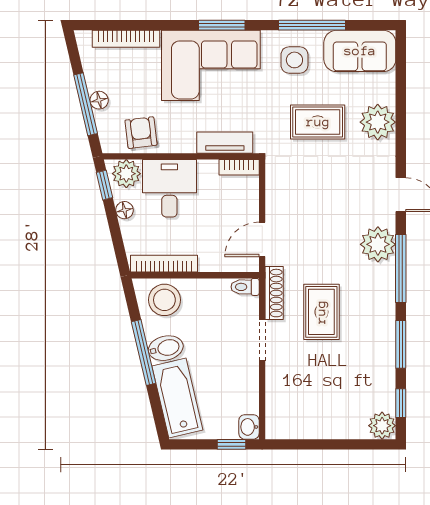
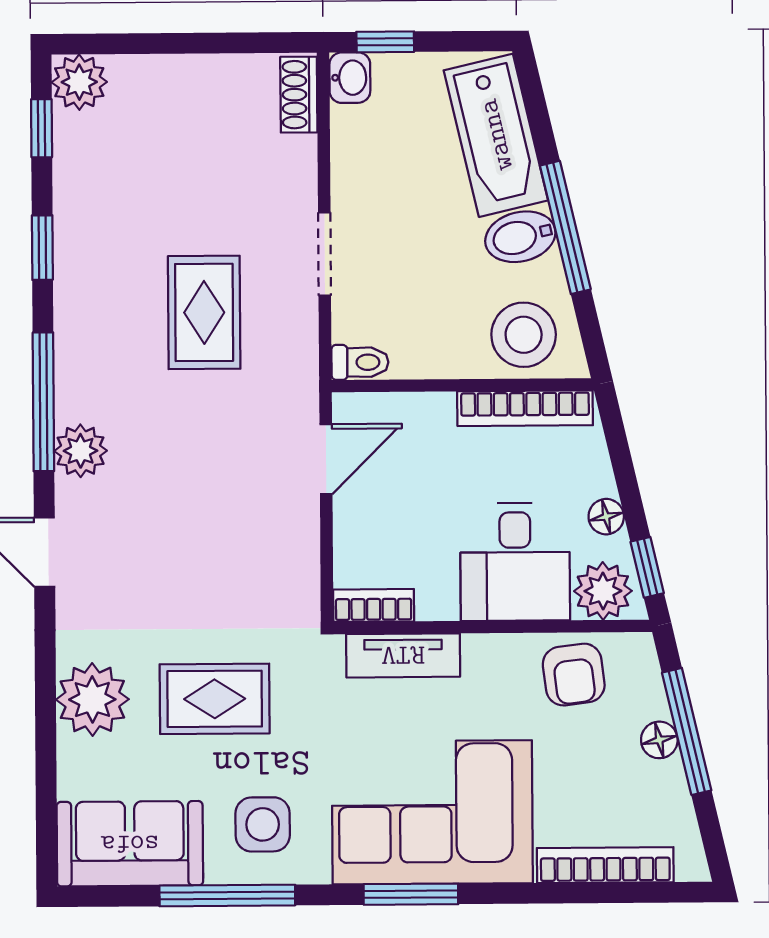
plant: (378, 244) -> (81, 451), width x0.73, depth x0.73
shoe rack: (274, 293) -> (299, 95), moved, width x0.70
window: (401, 344) -> (42, 248), width x0.67

